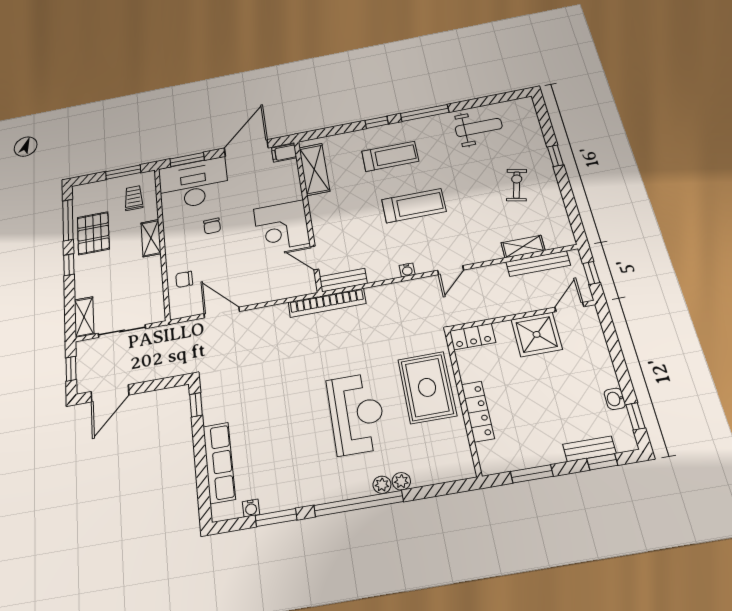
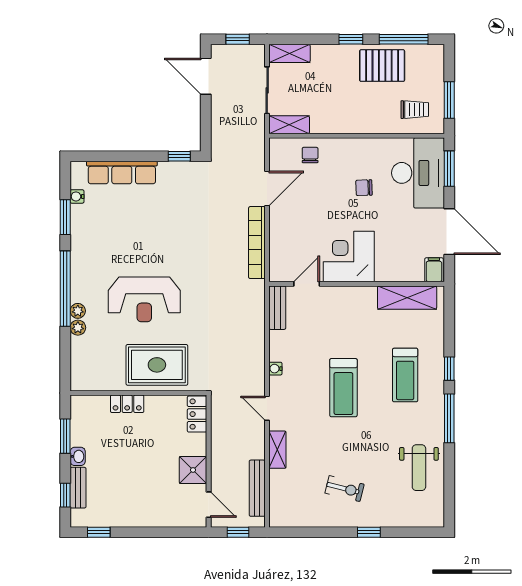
shelving: (151, 238) -> (289, 125), moved
shelving: (523, 247) -> (277, 450), moved
bookcase: (327, 303) -> (257, 243), moved
shower: (537, 334) -> (193, 470), width x0.73, depth x0.73
washbasin: (615, 399) -> (78, 456), moved, turned 90
locker: (478, 411) -> (127, 404), width x0.66

